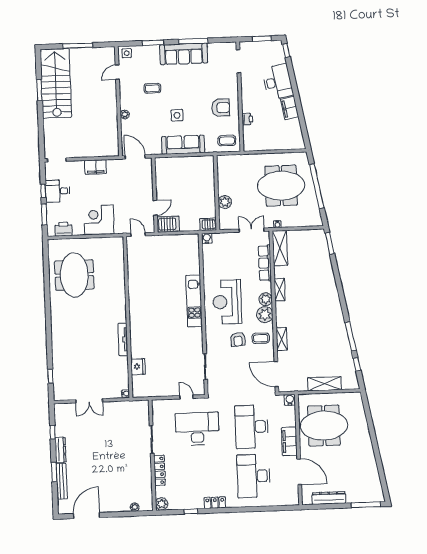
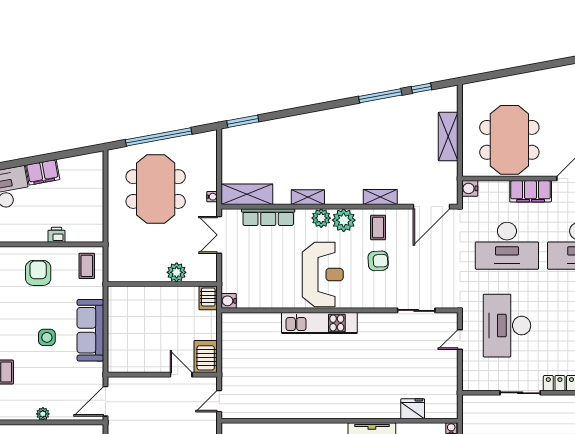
reception desk: (227, 302) -> (323, 275), turned -90

